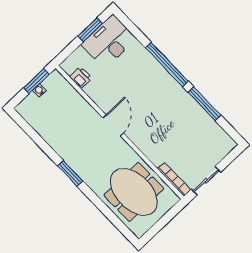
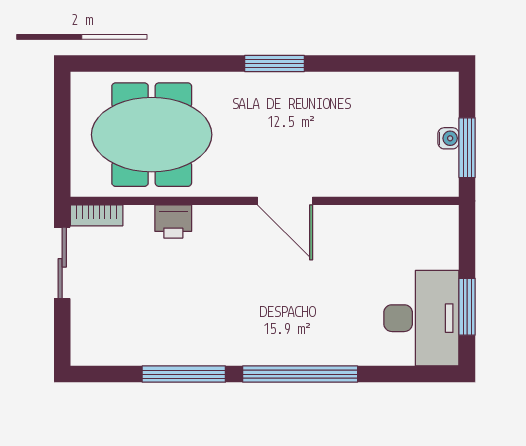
printer: (81, 77) -> (173, 221), moved
bookcase: (174, 179) -> (97, 215), width x0.64

